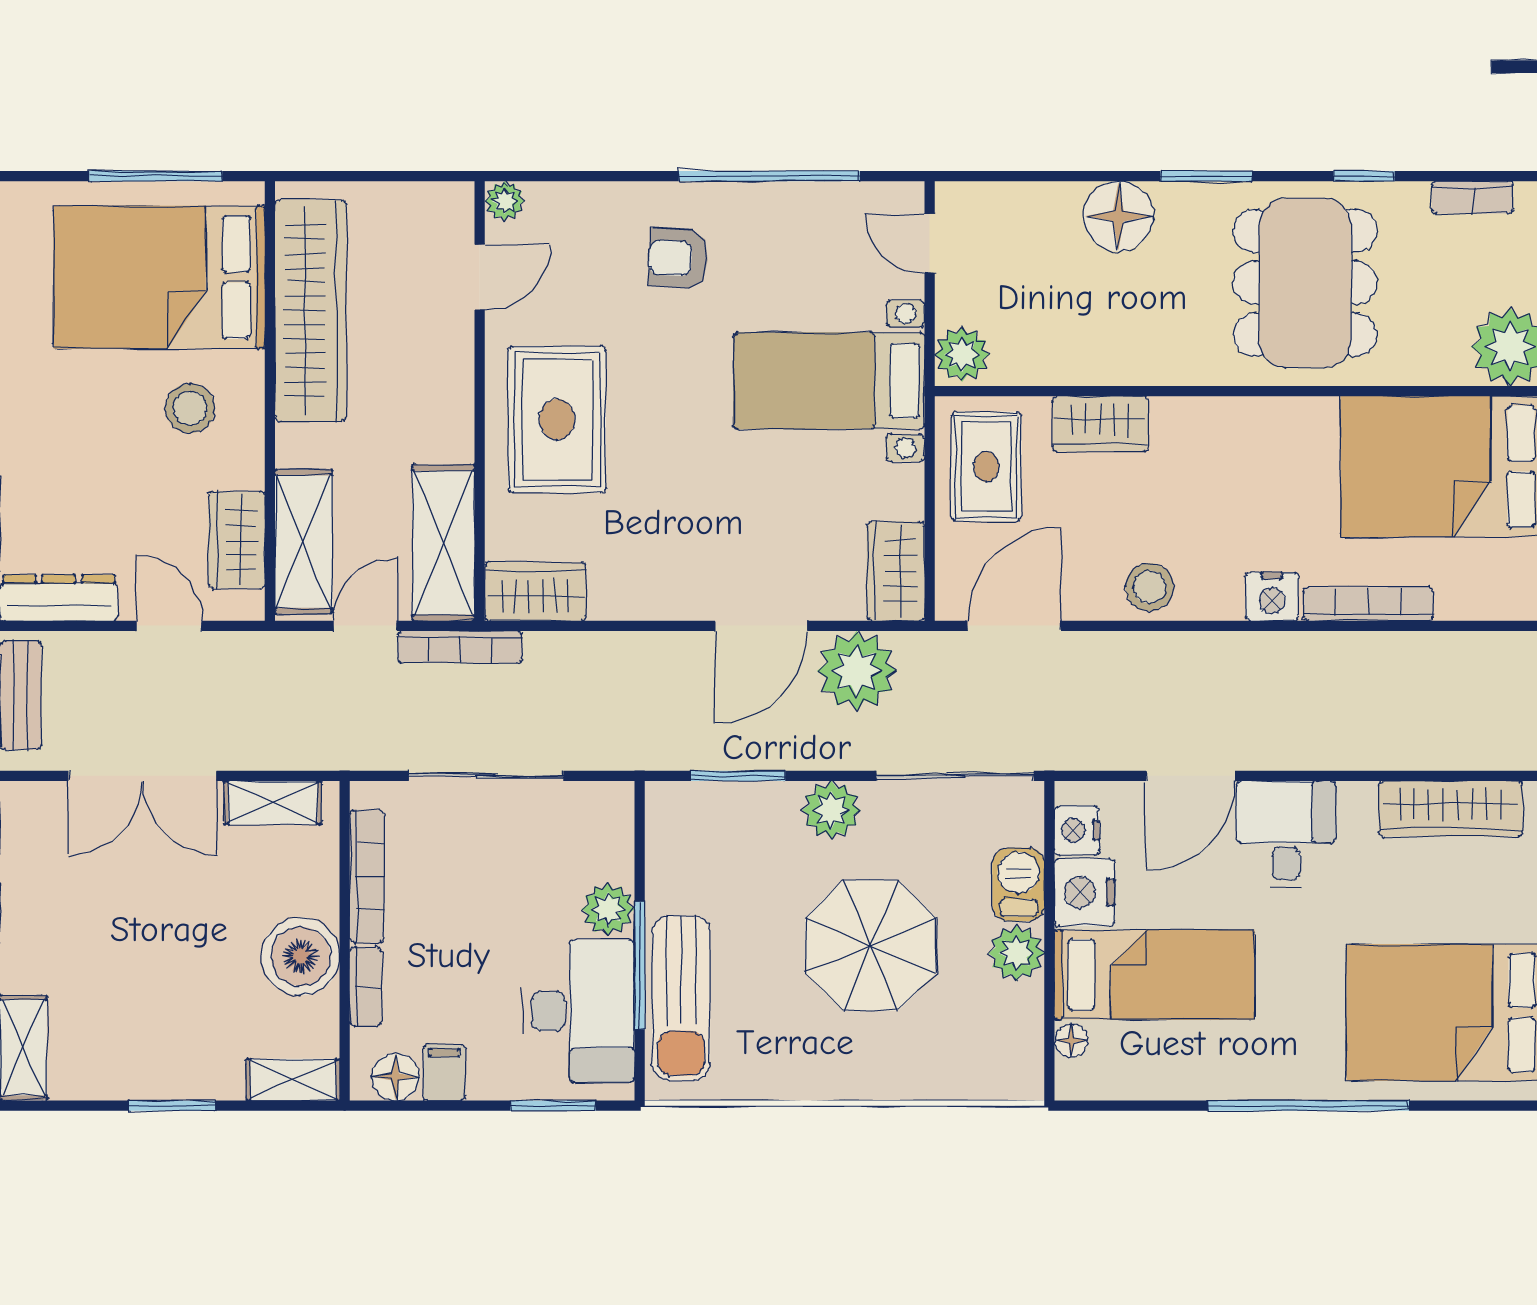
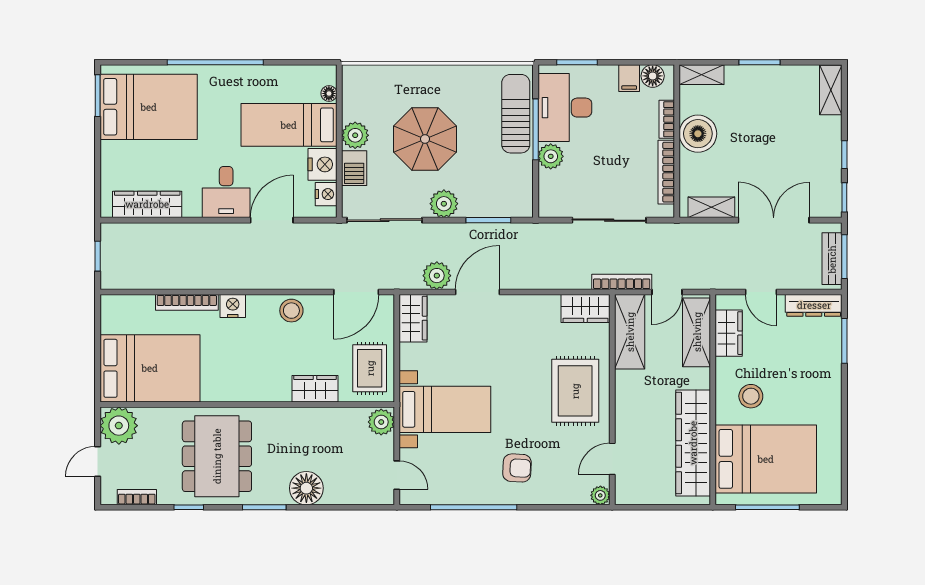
plant: (857, 671) -> (437, 276), width x0.73, depth x0.73

